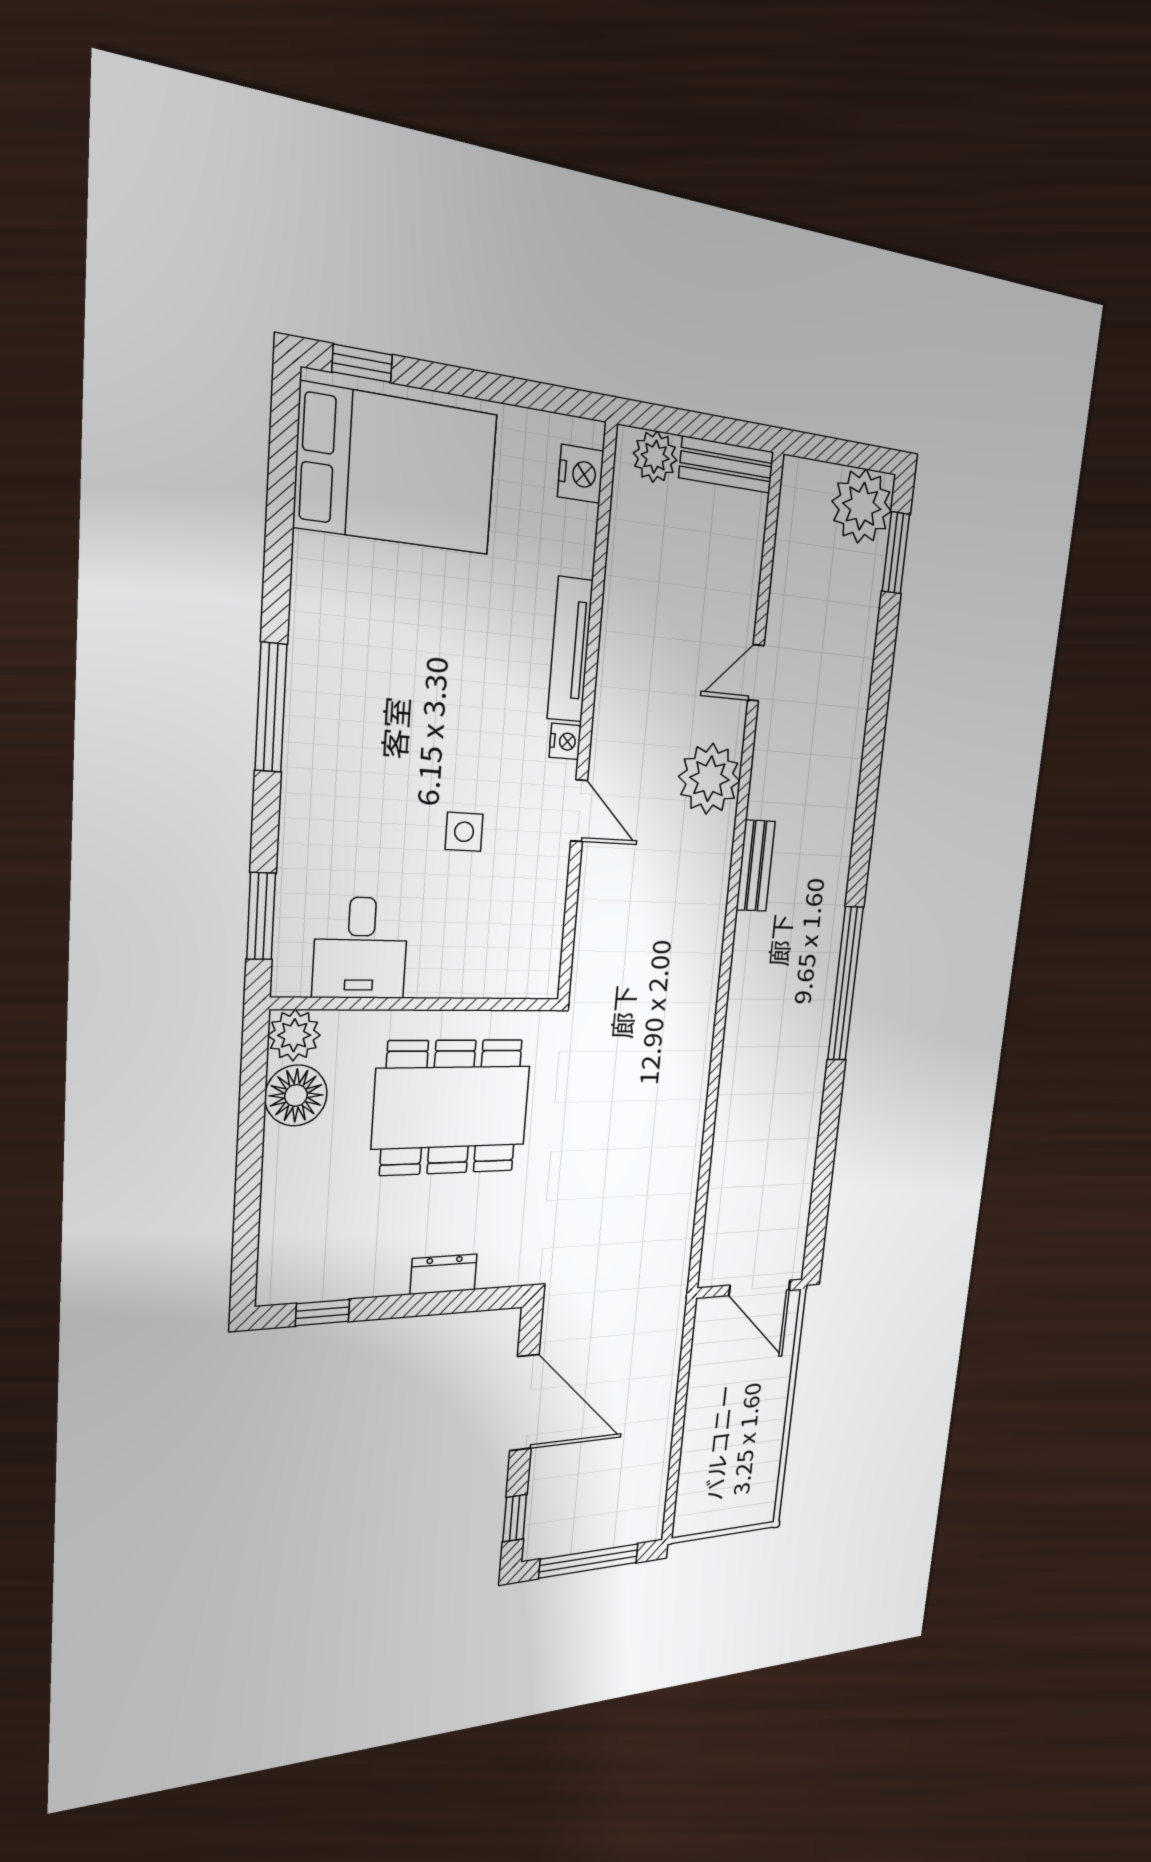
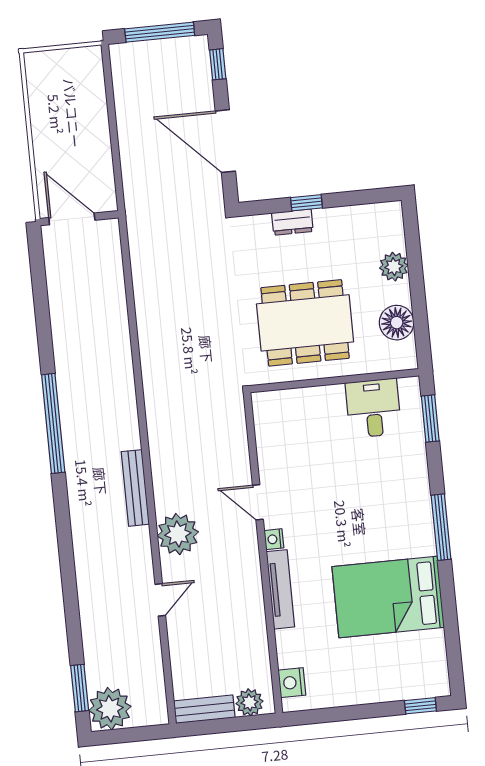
bed: (397, 470) -> (388, 597), moved
side table: (464, 832) -> (325, 480), removed
bench: (756, 866) -> (135, 488), width x1.36
plant: (294, 1035) -> (394, 267), moved
window: (323, 1313) -> (307, 203), moved

